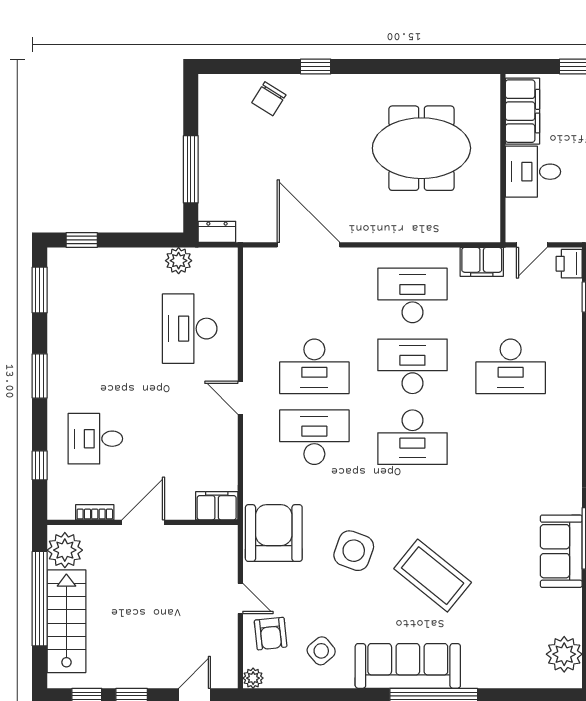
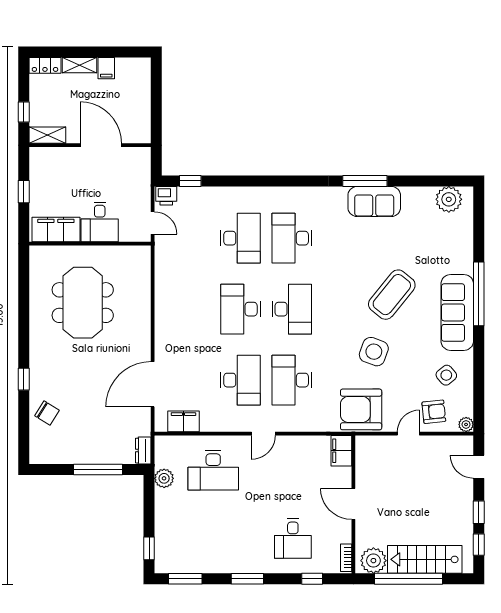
filing cabinet: (482, 262) -> (183, 421), moved, turned -90
desk: (412, 295) -> (292, 238), moved
bookcase: (95, 512) -> (346, 558), moved

